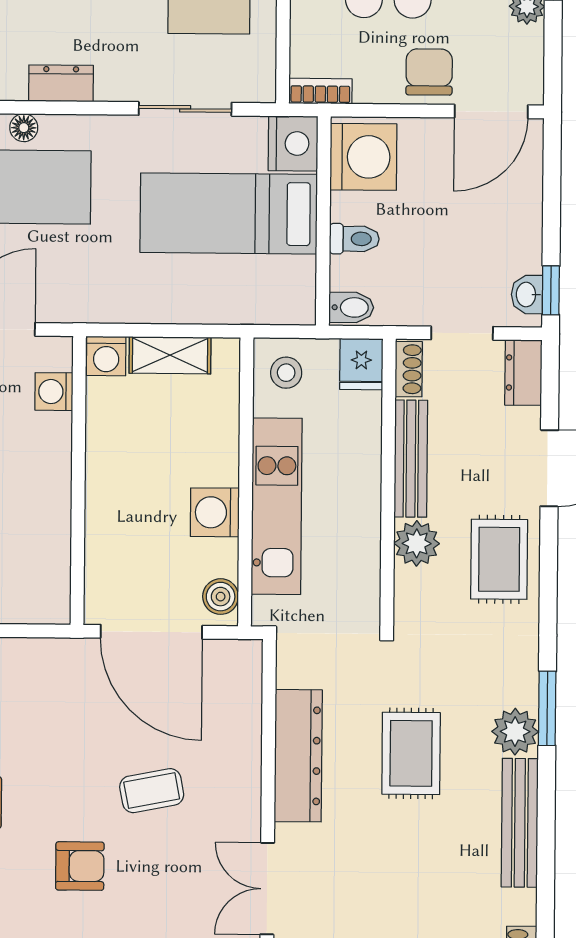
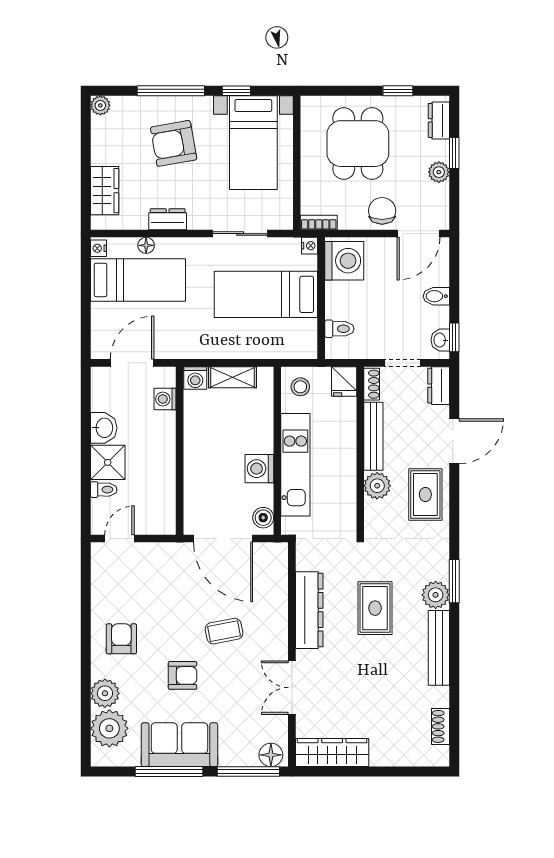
nightstand: (293, 143) -> (309, 246), width x0.53, depth x0.56
toilet: (354, 239) -> (339, 329), moved
bidet: (351, 307) -> (436, 296), moved, turned 180

